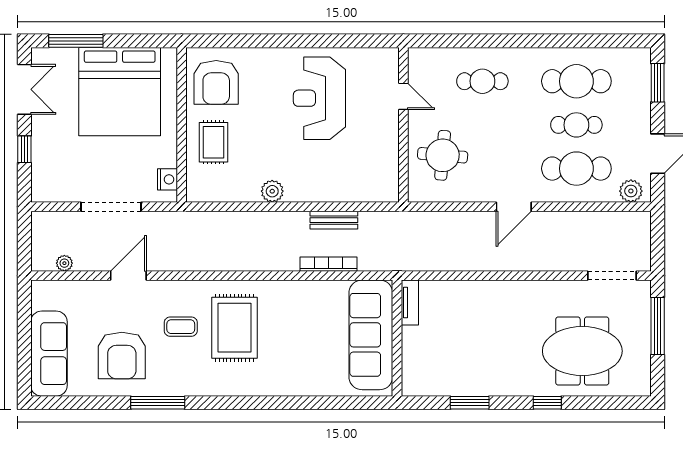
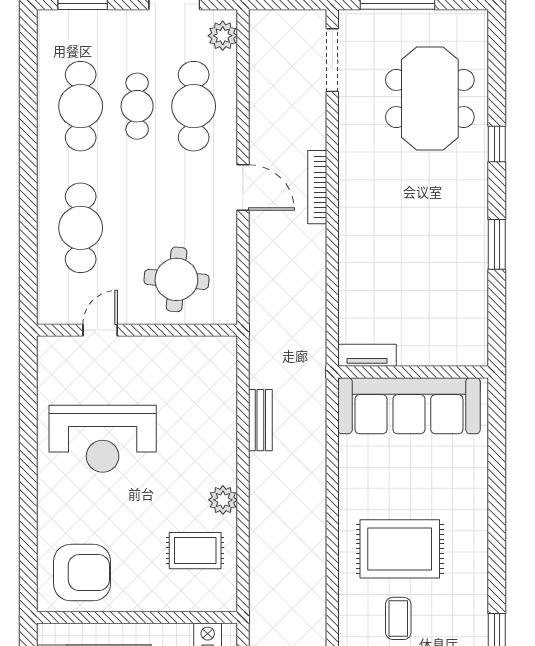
cafe table: (482, 81) -> (81, 228), width x1.37, depth x1.35
rug: (213, 142) -> (195, 551), moved
bookcase: (328, 264) -> (317, 187), moved
tv unit: (410, 303) -> (367, 355), moved
sofa: (371, 335) -> (409, 406), moved
wall: (397, 338) -> (413, 372), moved

